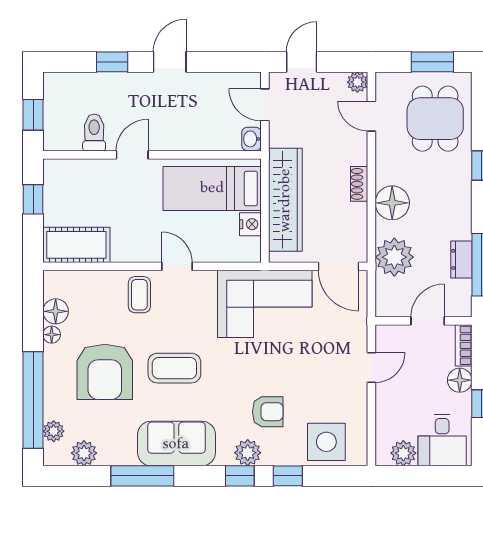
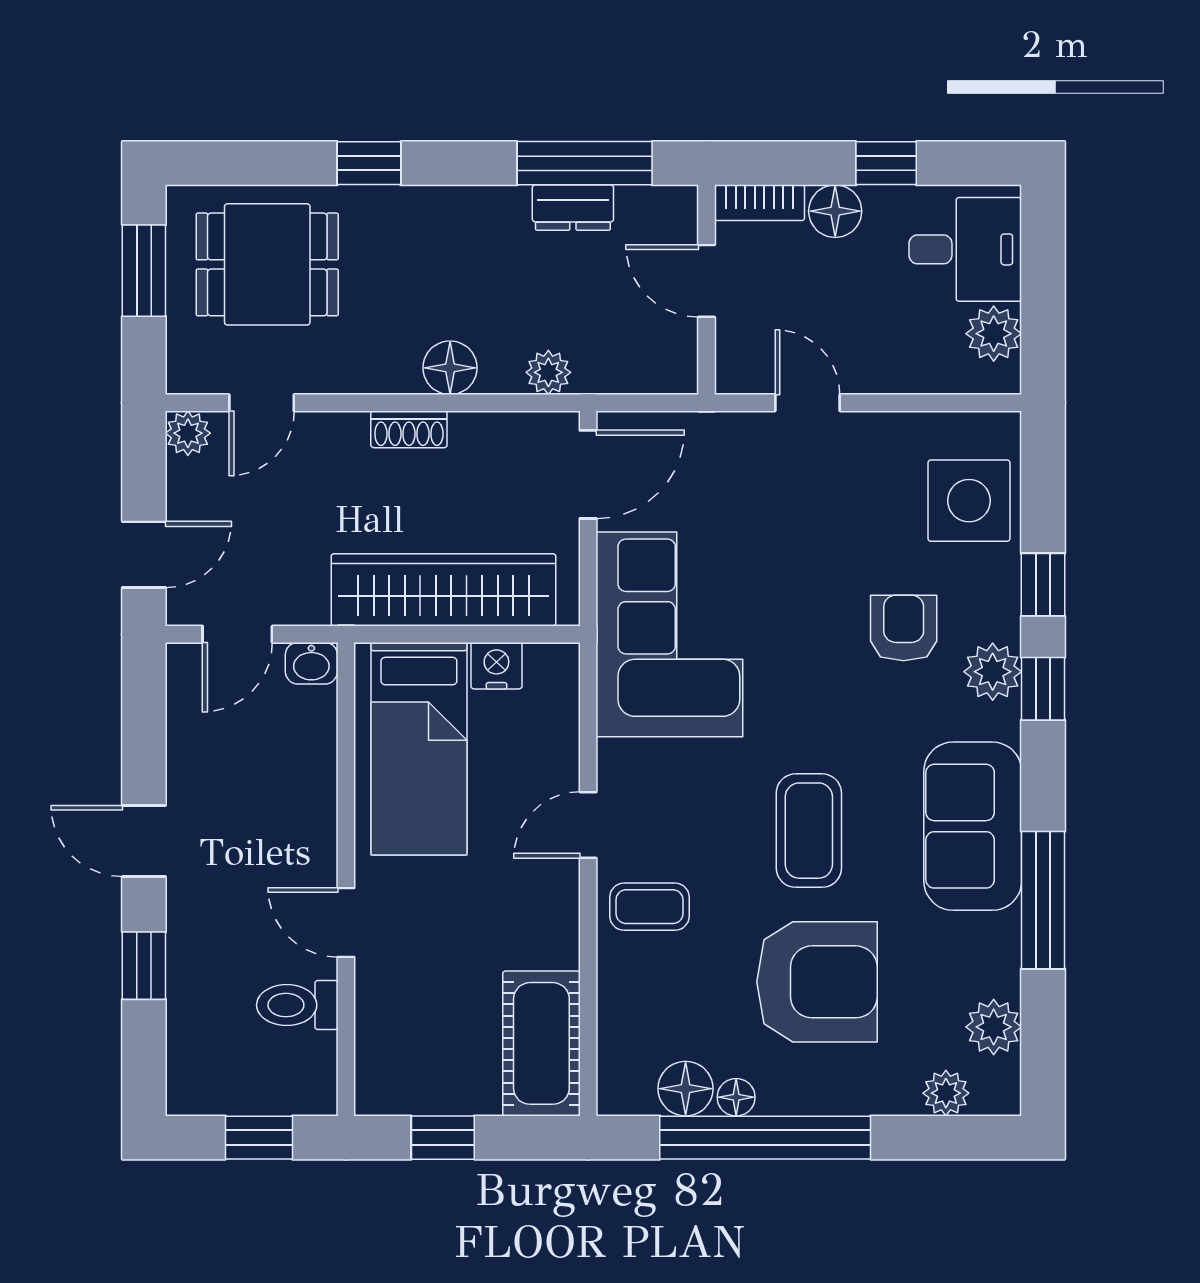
door: (302, 62) -> (144, 555), swing flipped
floor lamp: (392, 203) -> (450, 368), width x0.73, depth x0.73
plant: (394, 257) -> (548, 372), width x0.53, depth x0.53
window: (33, 400) -> (765, 1138), moved

